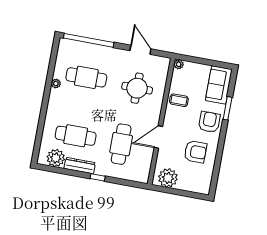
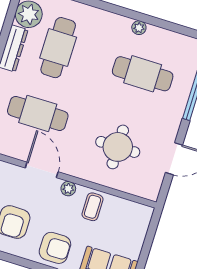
plant: (179, 64) -> (68, 189), moved
cafe table: (86, 77) -> (143, 74), turned 90

